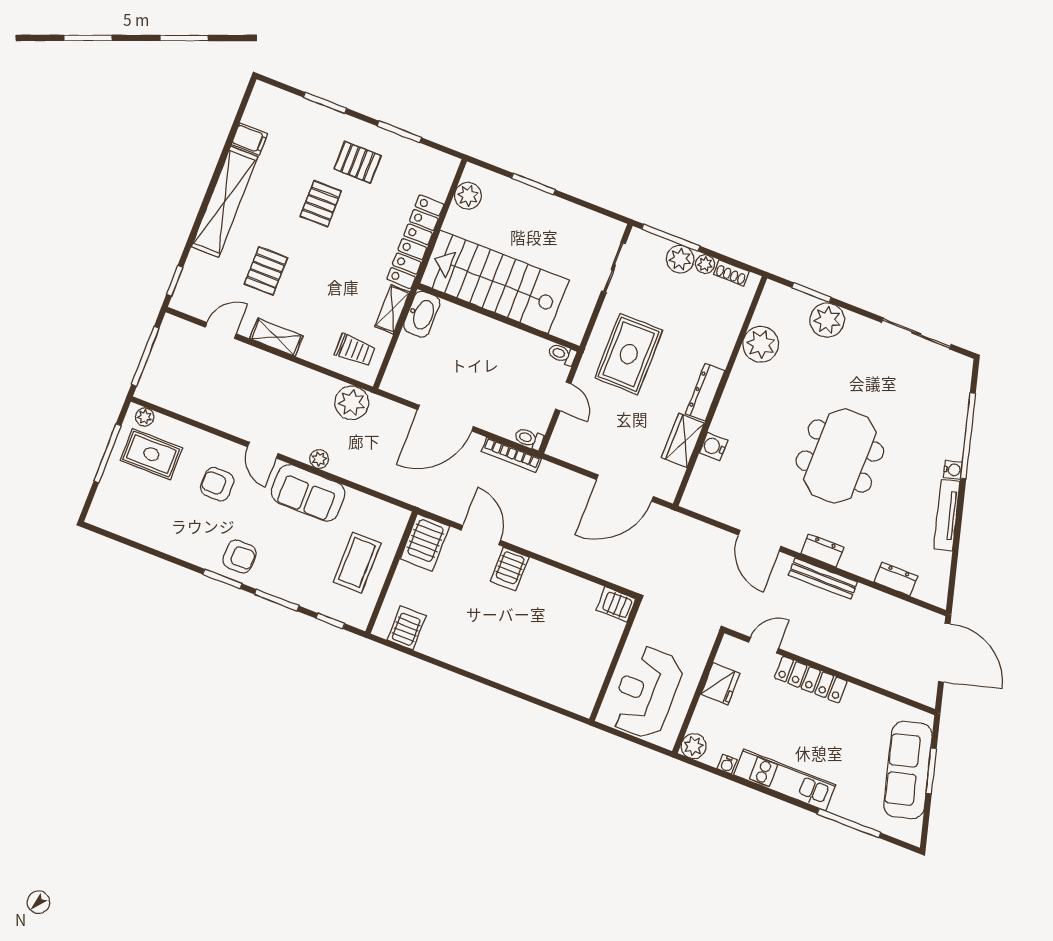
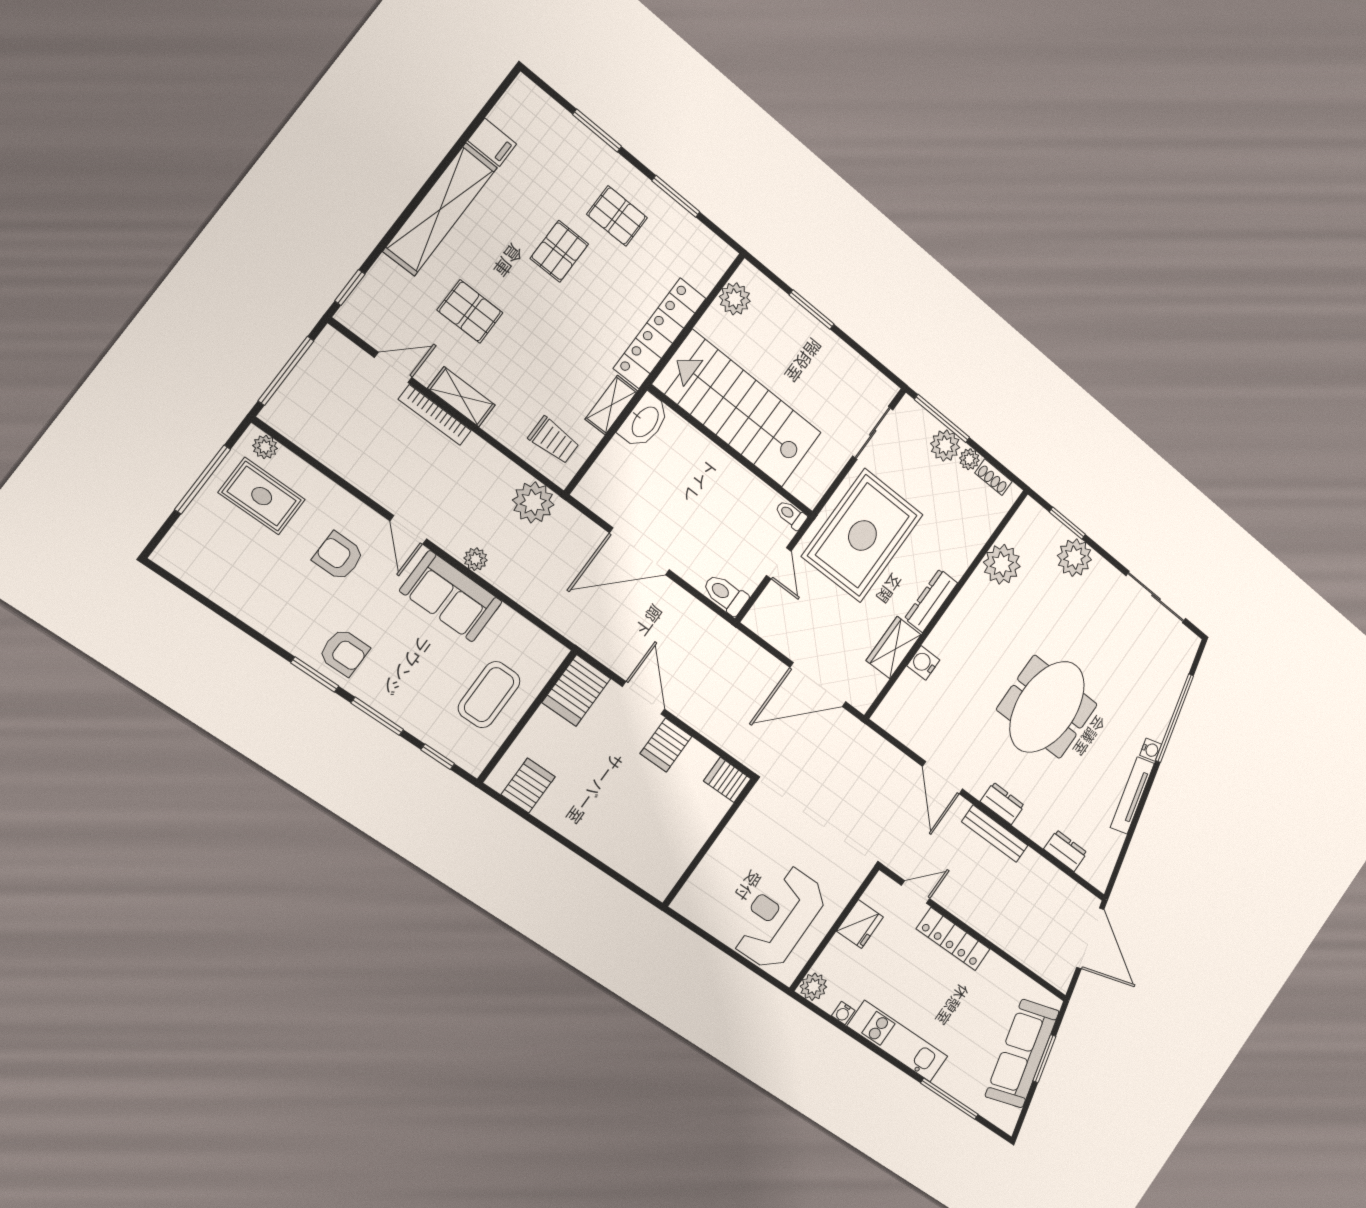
pallet: (266, 271) -> (470, 311), turned 90
rug: (629, 354) -> (862, 535), width x1.37, depth x1.44
toilet: (529, 439) -> (725, 594), width x1.37, depth x1.39
bookcase: (511, 455) -> (435, 415), moved
server rack: (616, 604) -> (727, 780), moved
wall: (615, 660) -> (710, 842), moved

